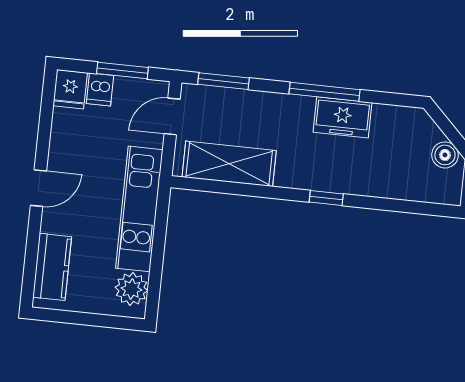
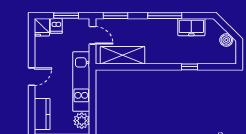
door: (172, 116) -> (92, 35), swing flipped
freezer: (342, 117) -> (191, 27), moved
window: (326, 198) -> (189, 67), moved

